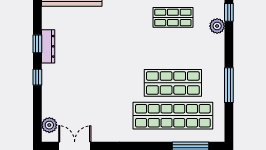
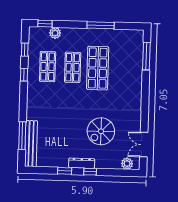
dresser: (48, 46) -> (82, 163), moved
spiral stairs: (90, 90) -> (101, 131), added
shop shelf: (173, 116) -> (73, 67), moved, width x0.50, depth x0.74

